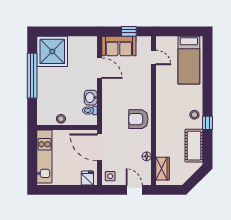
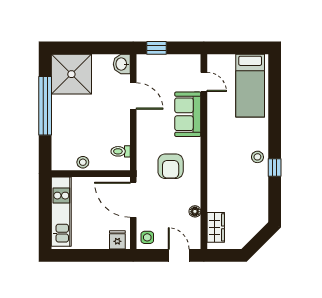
window: (129, 31) -> (156, 48), moved
sofa: (119, 46) -> (188, 114), moved, turned 90
washbasin: (91, 98) -> (122, 64), moved
armchair: (138, 119) -> (171, 166), moved, turned -90
cot: (194, 146) -> (257, 197), removed

